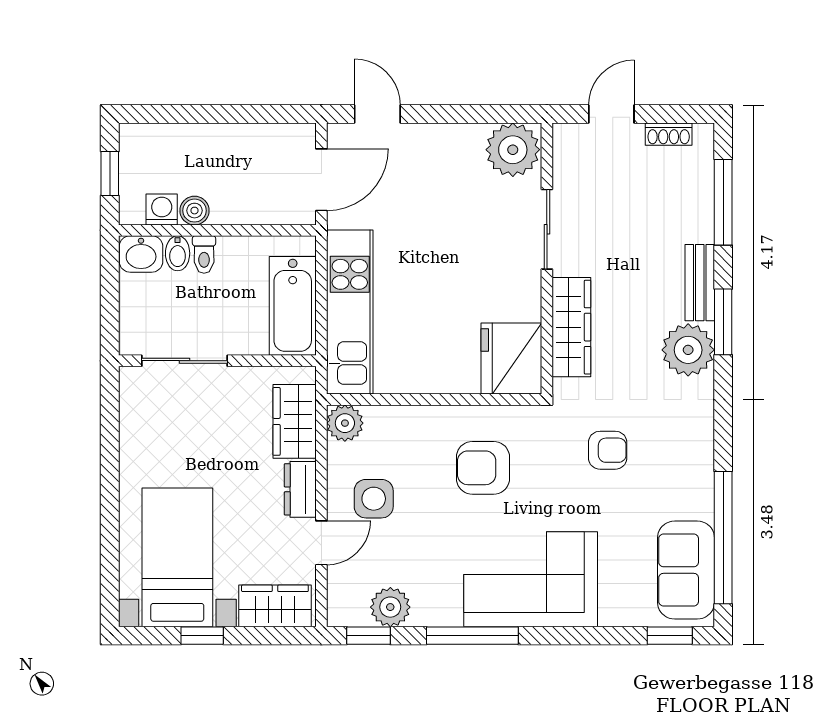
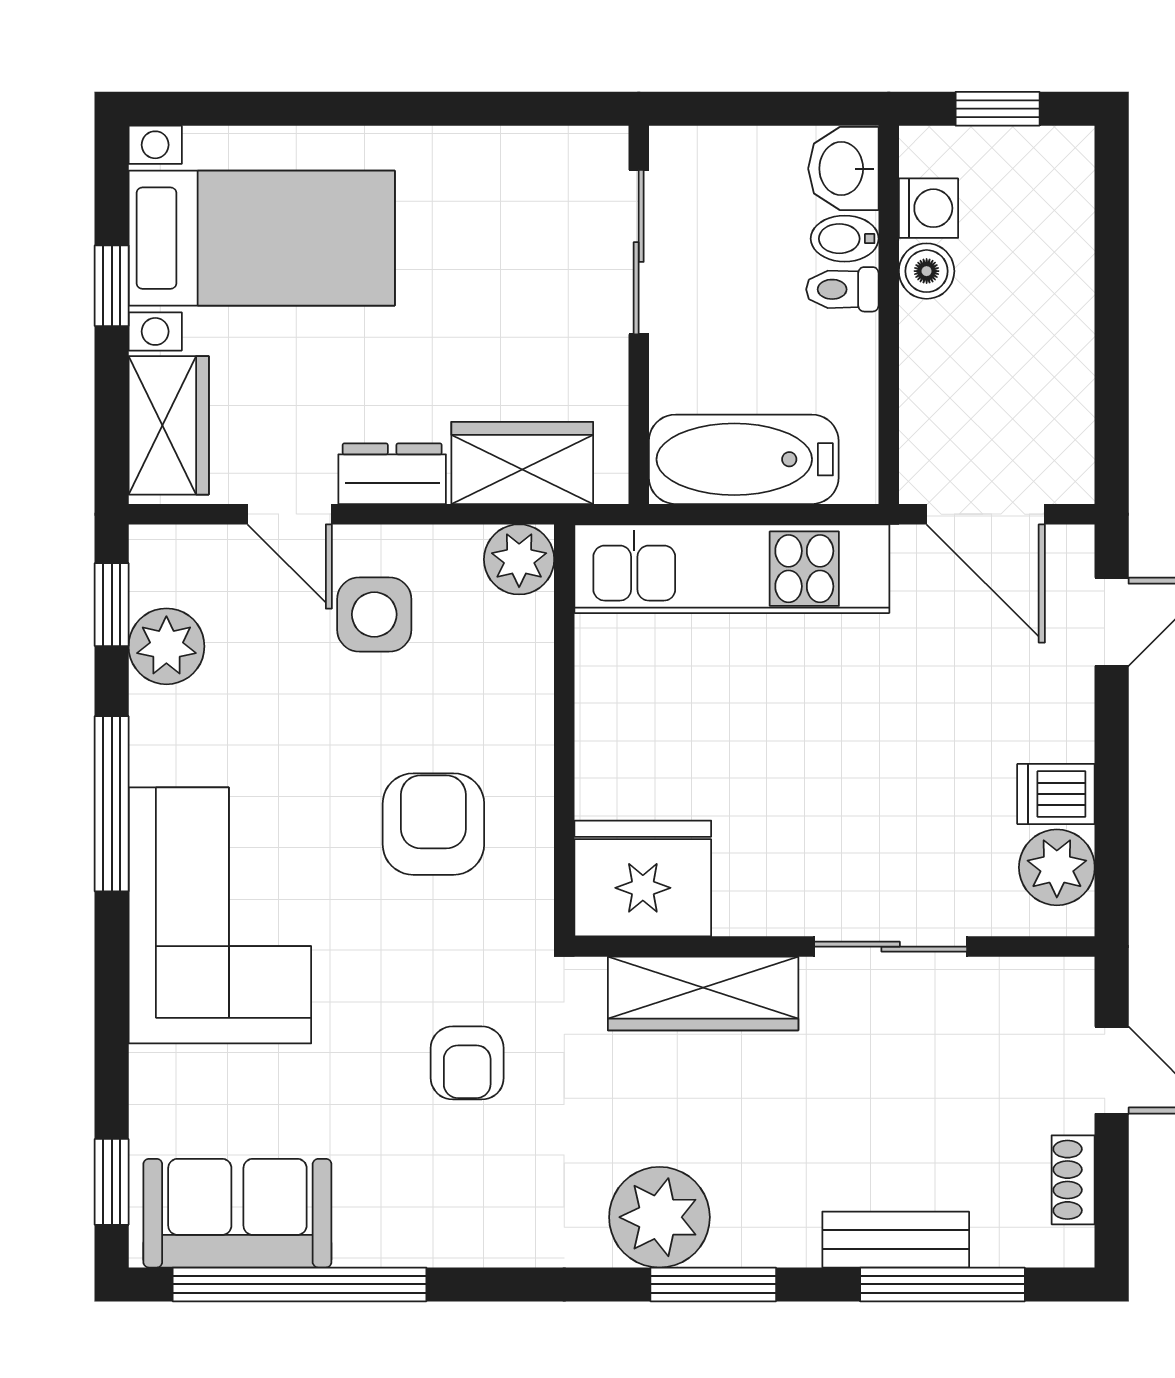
dishwasher: (467, 143) -> (1056, 794), added
plant: (513, 150) -> (1057, 867), width x0.73, depth x0.73
bench: (700, 283) -> (896, 1240), moved

